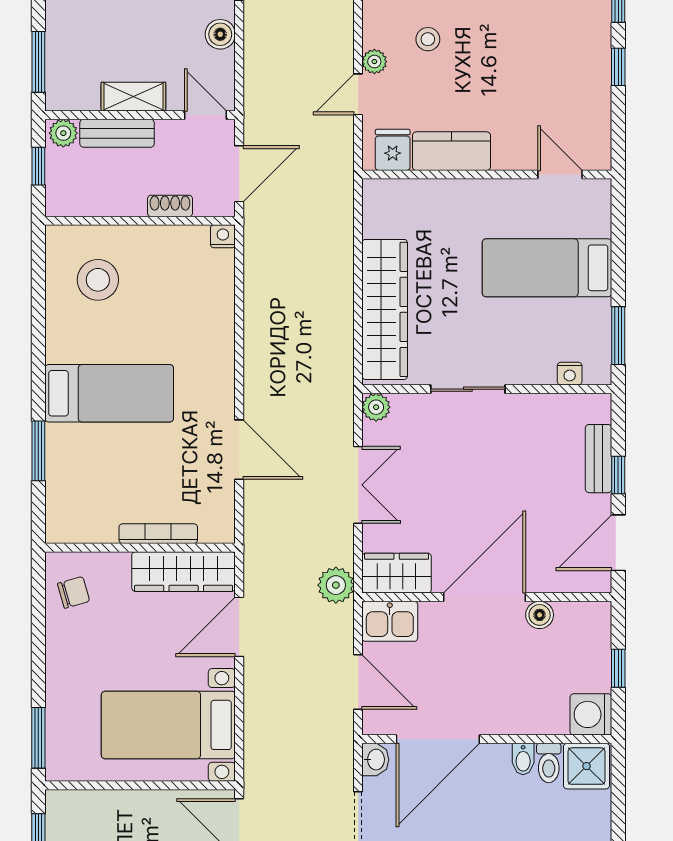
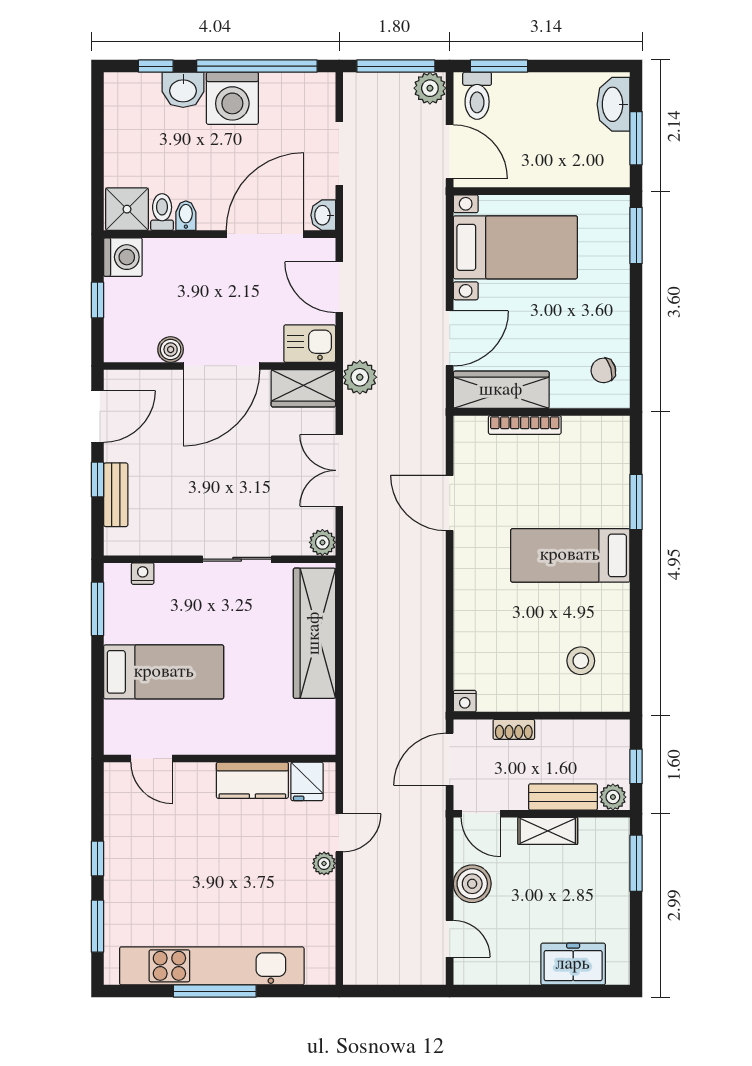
boiler: (220, 34) -> (472, 884), width x1.36, depth x1.36
stool: (428, 39) -> (274, 884), removed
stool: (98, 280) -> (581, 661), width x0.73, depth x0.73

